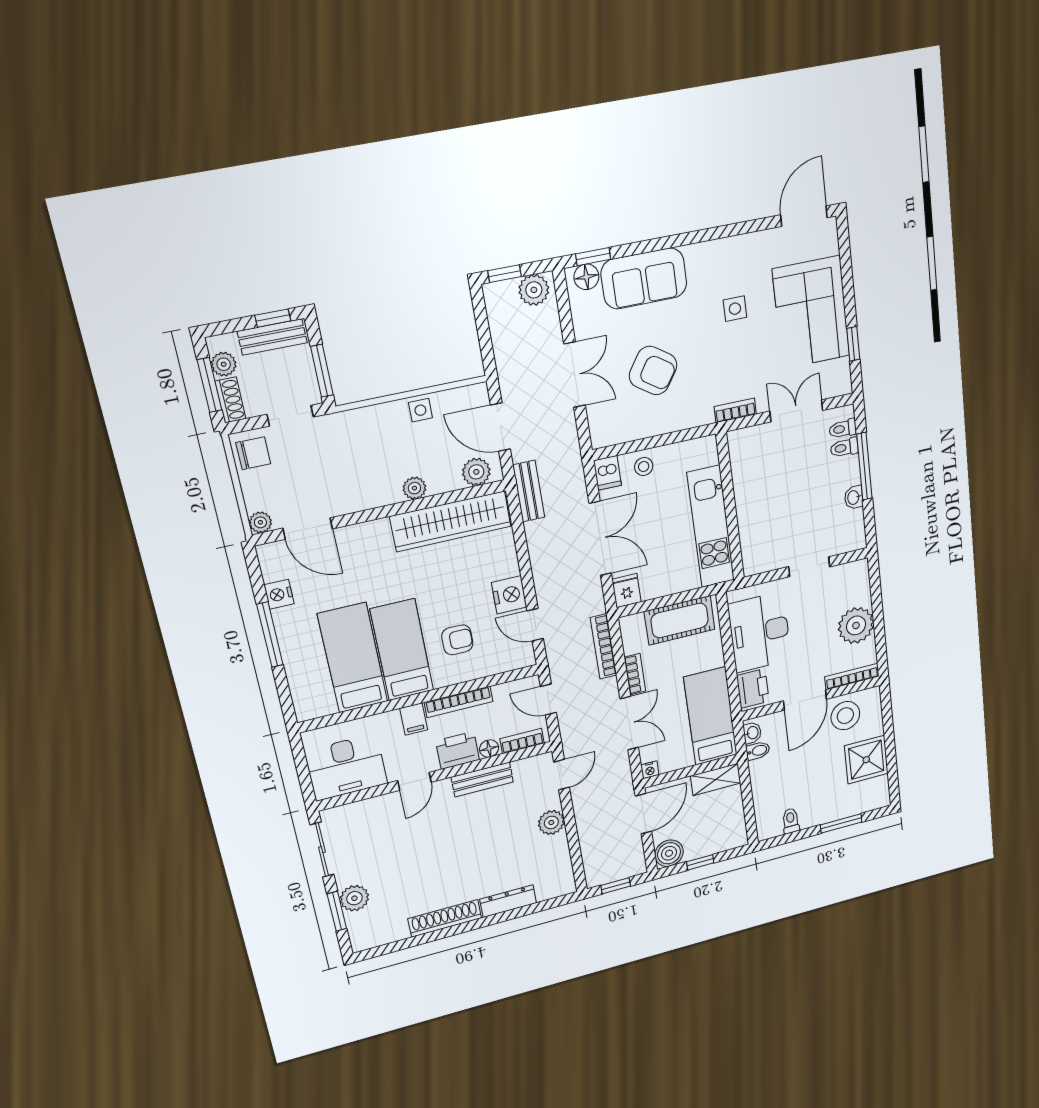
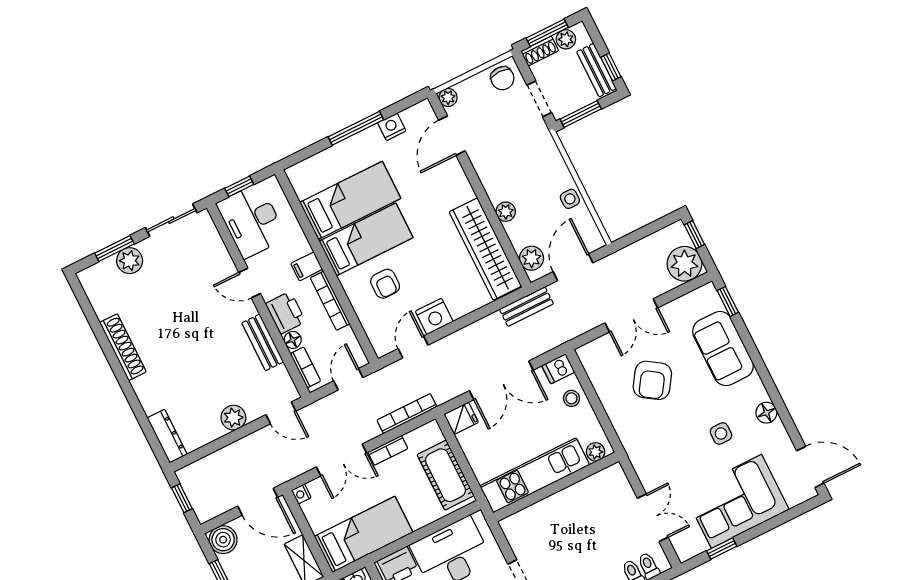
floor lamp: (586, 277) -> (766, 413), moved
plant: (534, 290) -> (684, 264), width x1.36, depth x1.36
bookcase: (735, 410) -> (639, 463), removed
plant: (708, 455) -> (596, 452), added
window: (303, 773) -> (239, 186), added
dresser: (508, 901) -> (167, 436), moved

